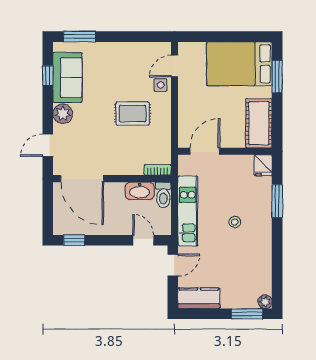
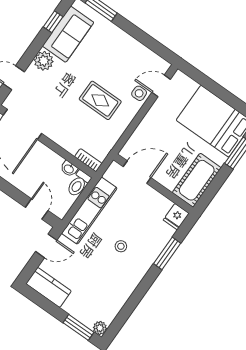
washbasin: (140, 191) -> (69, 169), width x0.52, depth x0.69

